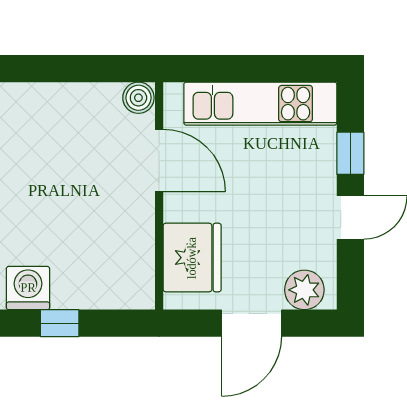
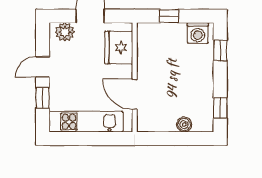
boiler: (138, 98) -> (184, 124), moved
window: (60, 323) -> (169, 16), moved

